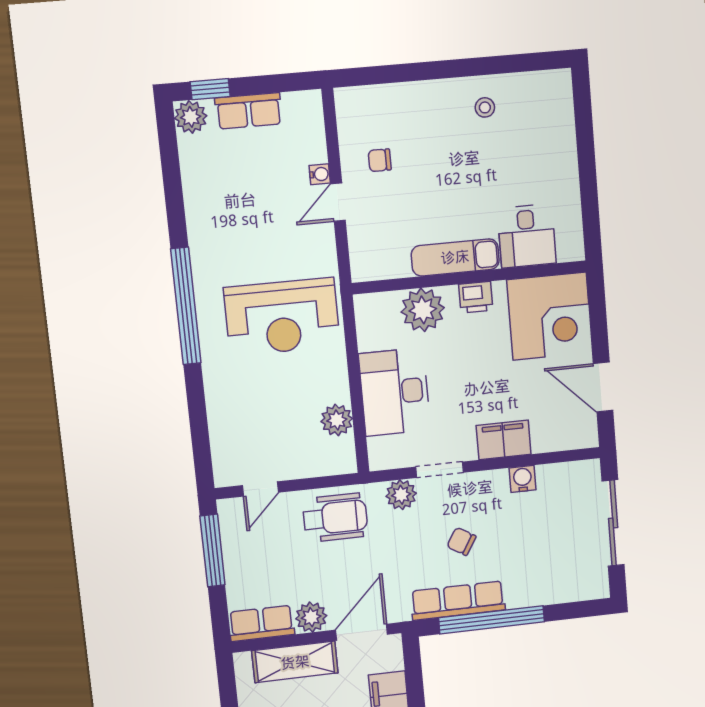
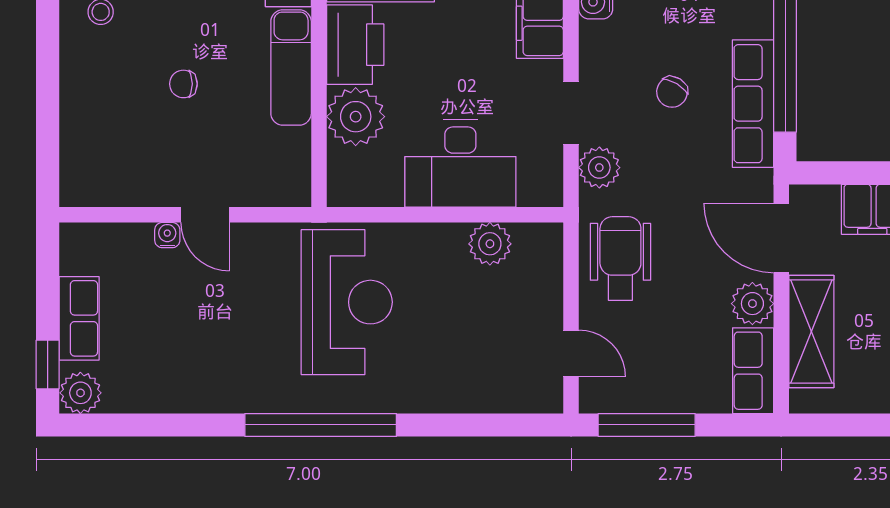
chair: (380, 160) -> (183, 84), moved, turned 90
printer: (476, 297) -> (355, 45), width x1.87, depth x1.48

